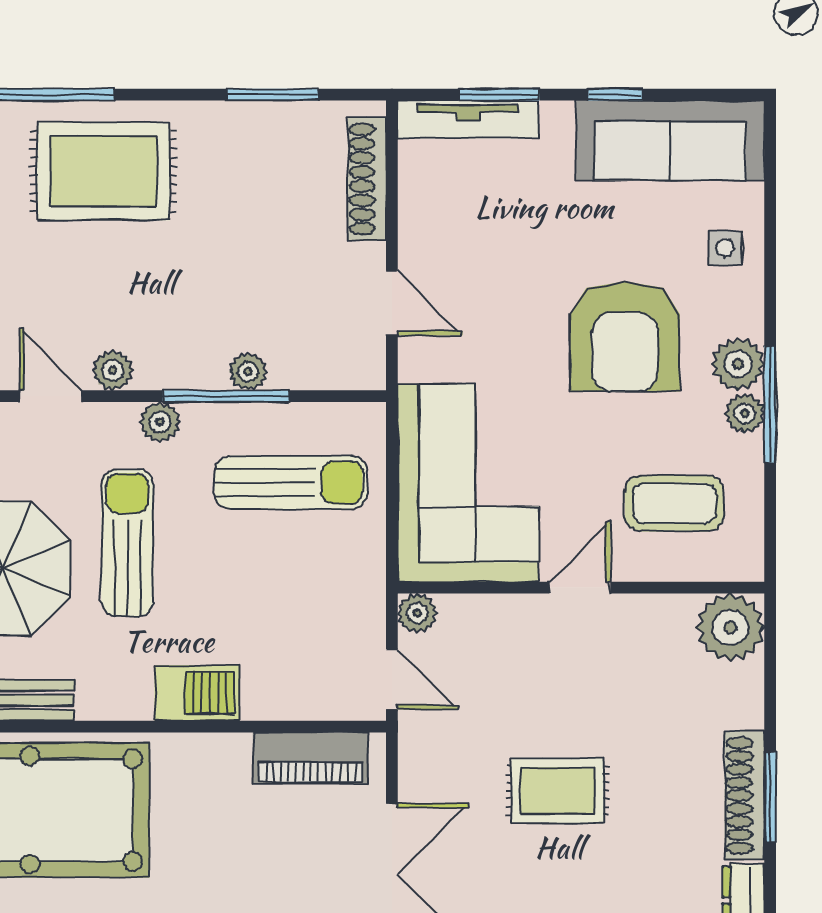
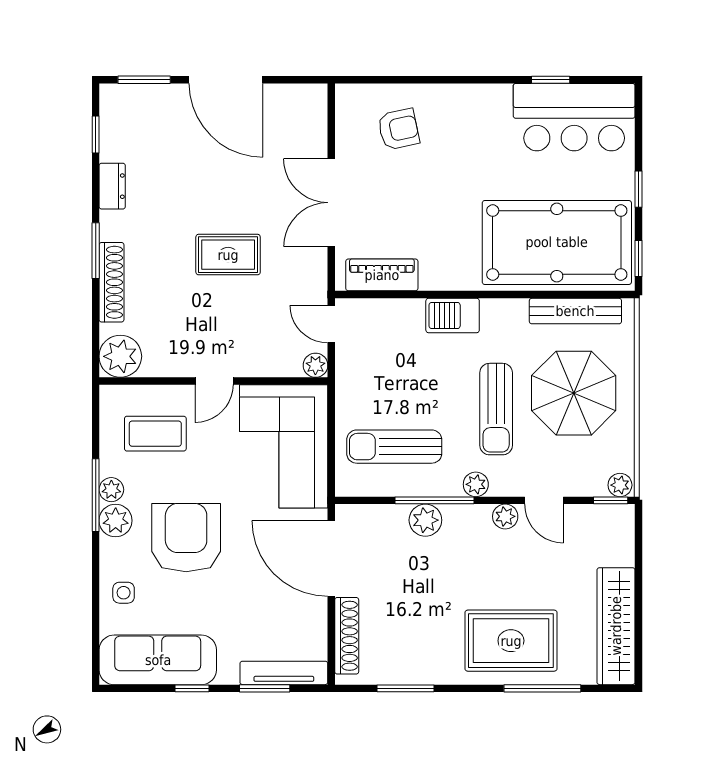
door: (392, 303) -> (331, 558), width x1.87
plant: (248, 372) -> (425, 520), width x1.38, depth x1.38
shoe rack: (745, 795) -> (112, 282), moved

